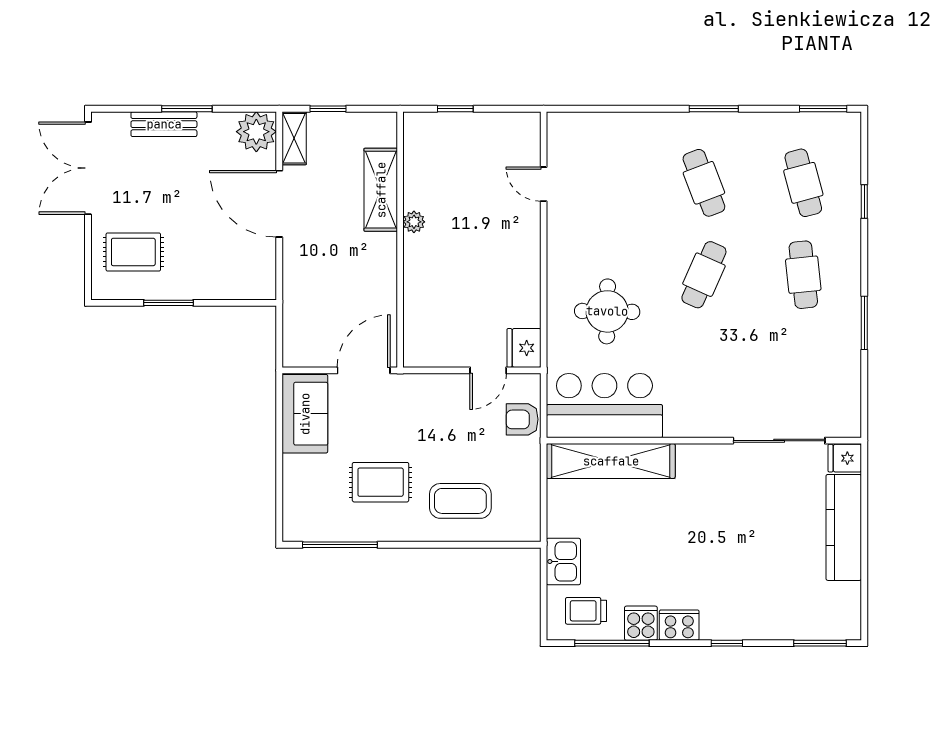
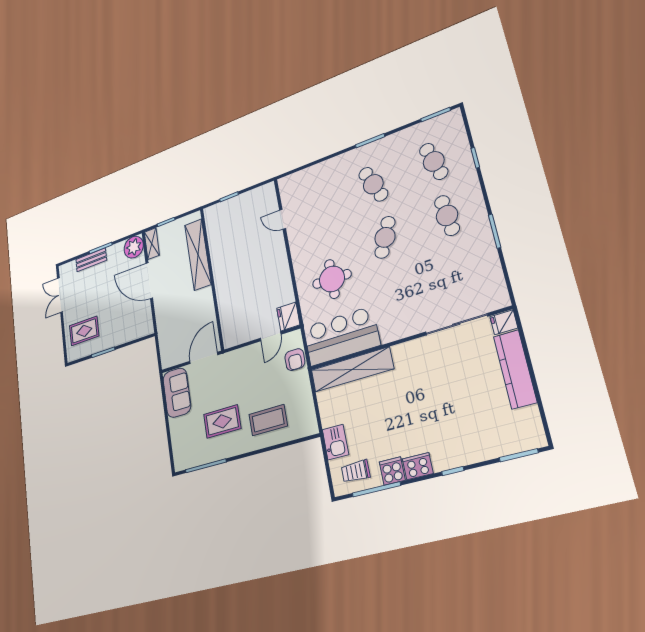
double door: (88, 168) -> (60, 295), width x0.73
shelving: (381, 190) -> (198, 254), width x1.47
plant: (414, 222) -> (217, 266), removed
armchair: (522, 419) -> (295, 360), turned -90

